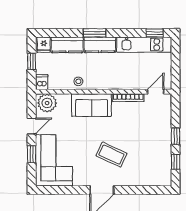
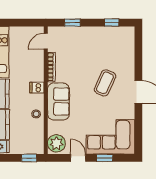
window: (32, 61) -> (29, 158), moved
dishwasher: (42, 82) -> (37, 88), moved
door: (156, 92) -> (46, 41), hinge flipped
window: (176, 136) -> (72, 23), moved

